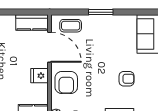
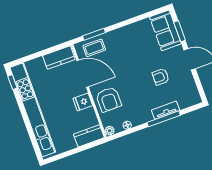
window: (101, 12) -> (94, 34), moved
armchair: (127, 79) -> (161, 77), turned 180

